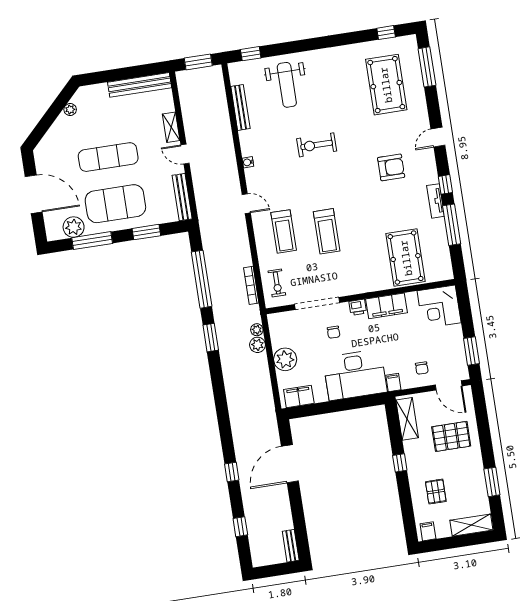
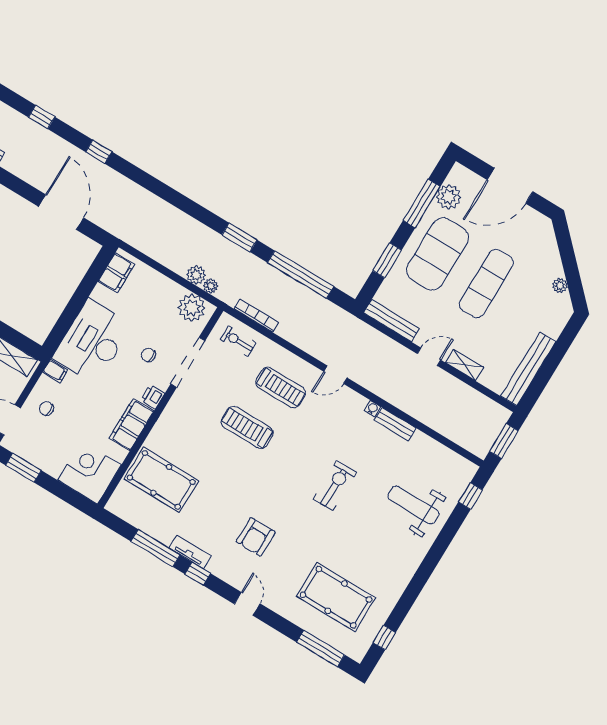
bench: (240, 107) -> (395, 424), moved, width x0.73
treadmill: (284, 231) -> (281, 388), turned 180
plant: (285, 359) -> (192, 308), moved

